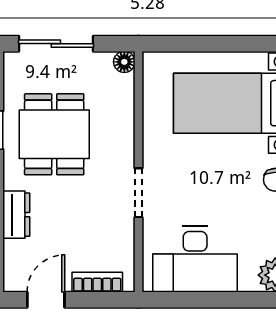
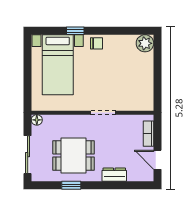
desk: (195, 259) -> (137, 84), removed

